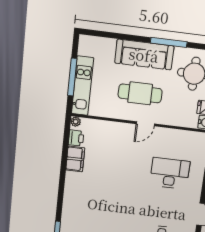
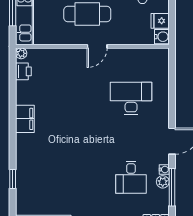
filing cabinet: (75, 159) -> (25, 119), moved

